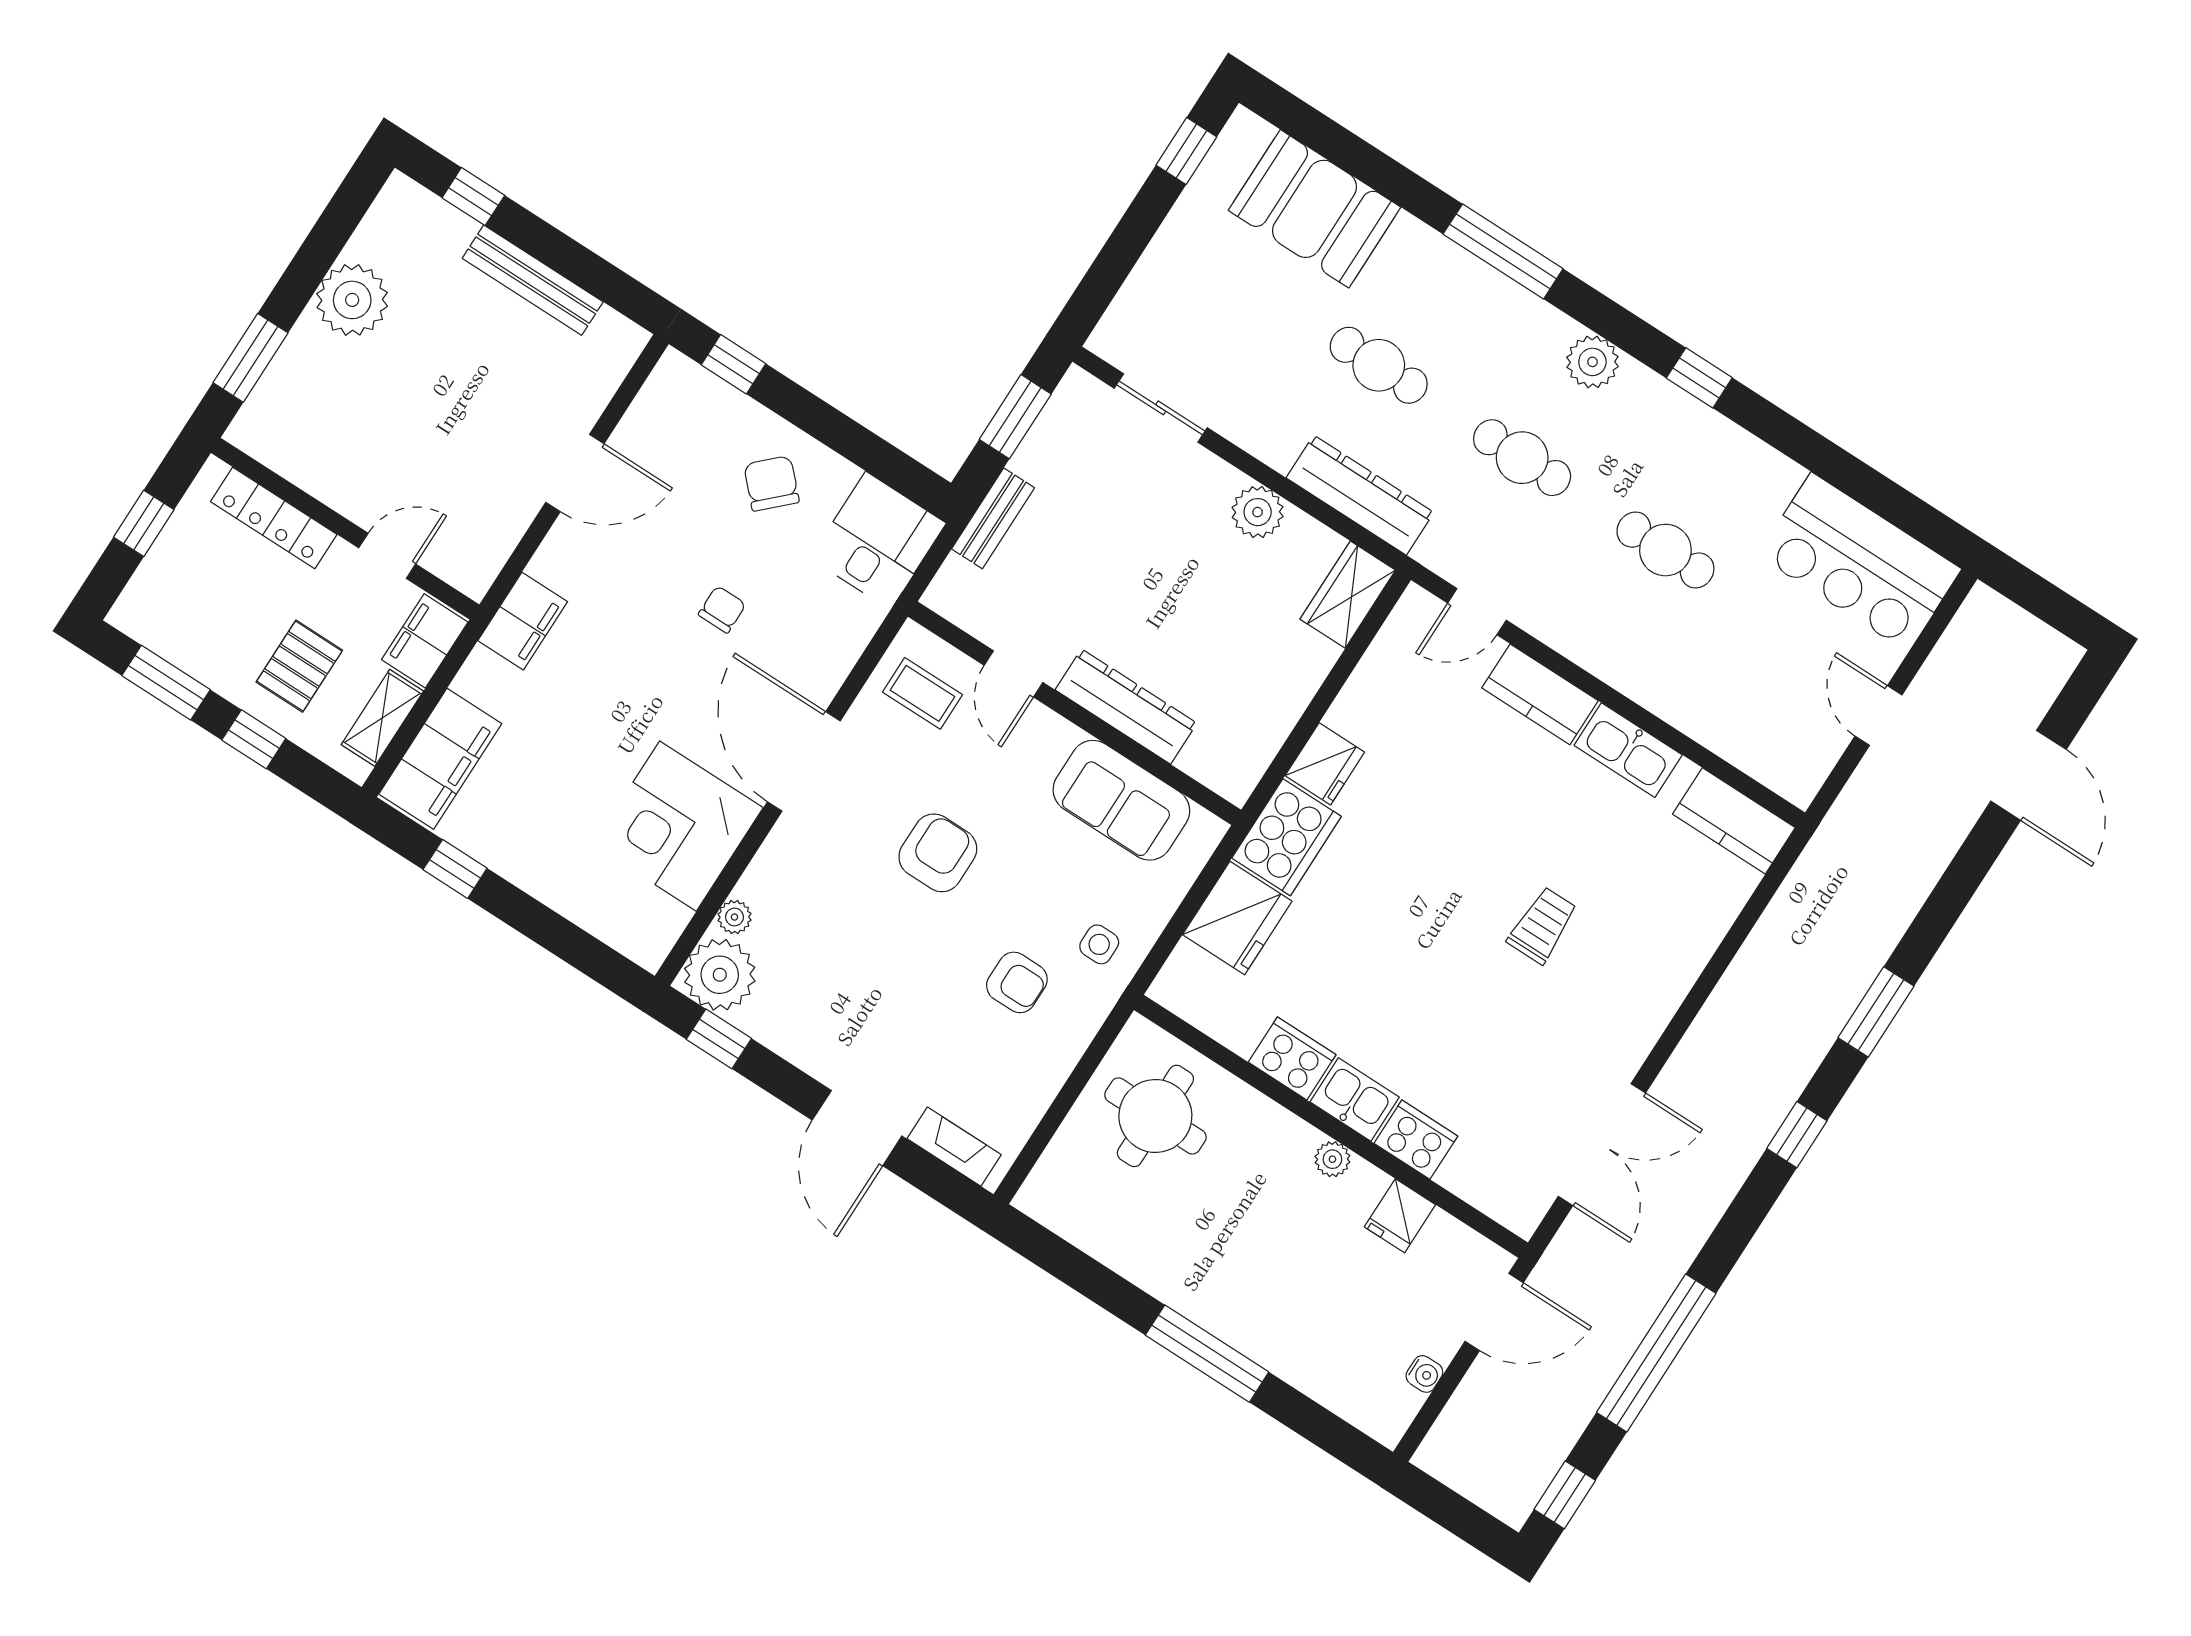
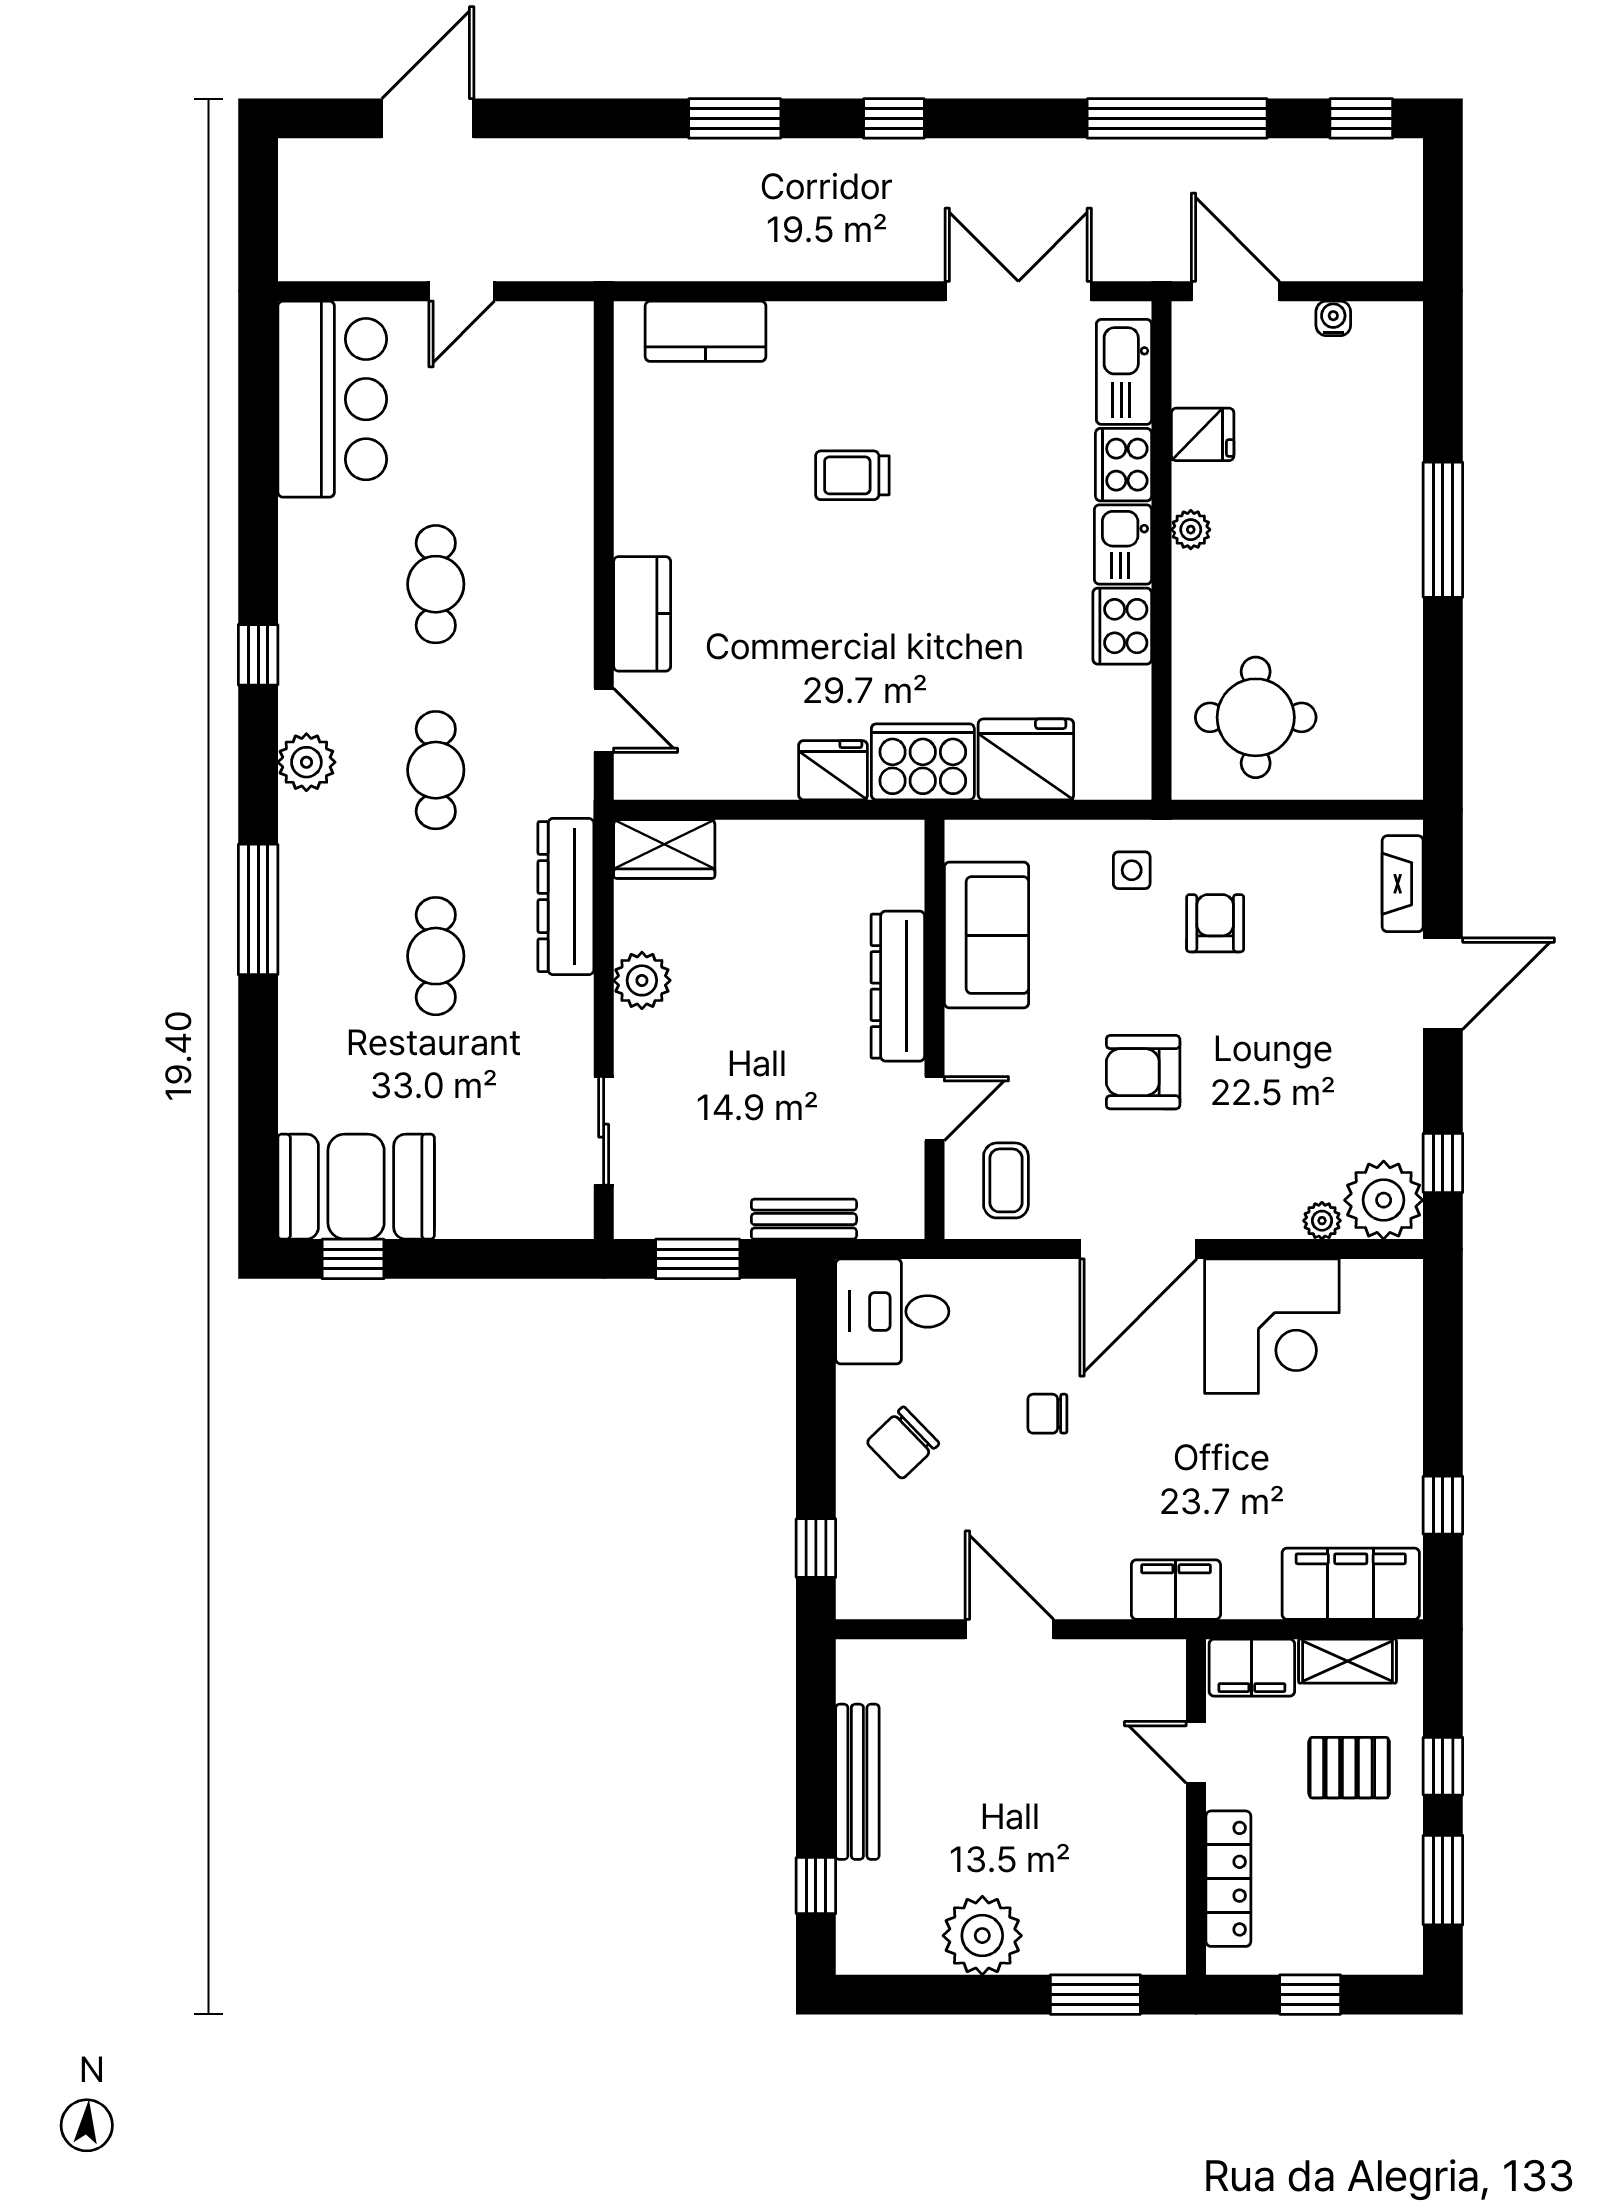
booth: (1315, 209) -> (356, 1187), moved, turned 90
kitchen sink: (1628, 750) -> (1124, 372), moved, turned 180
kitchen counter: (1734, 821) -> (706, 331), moved, turned 90

